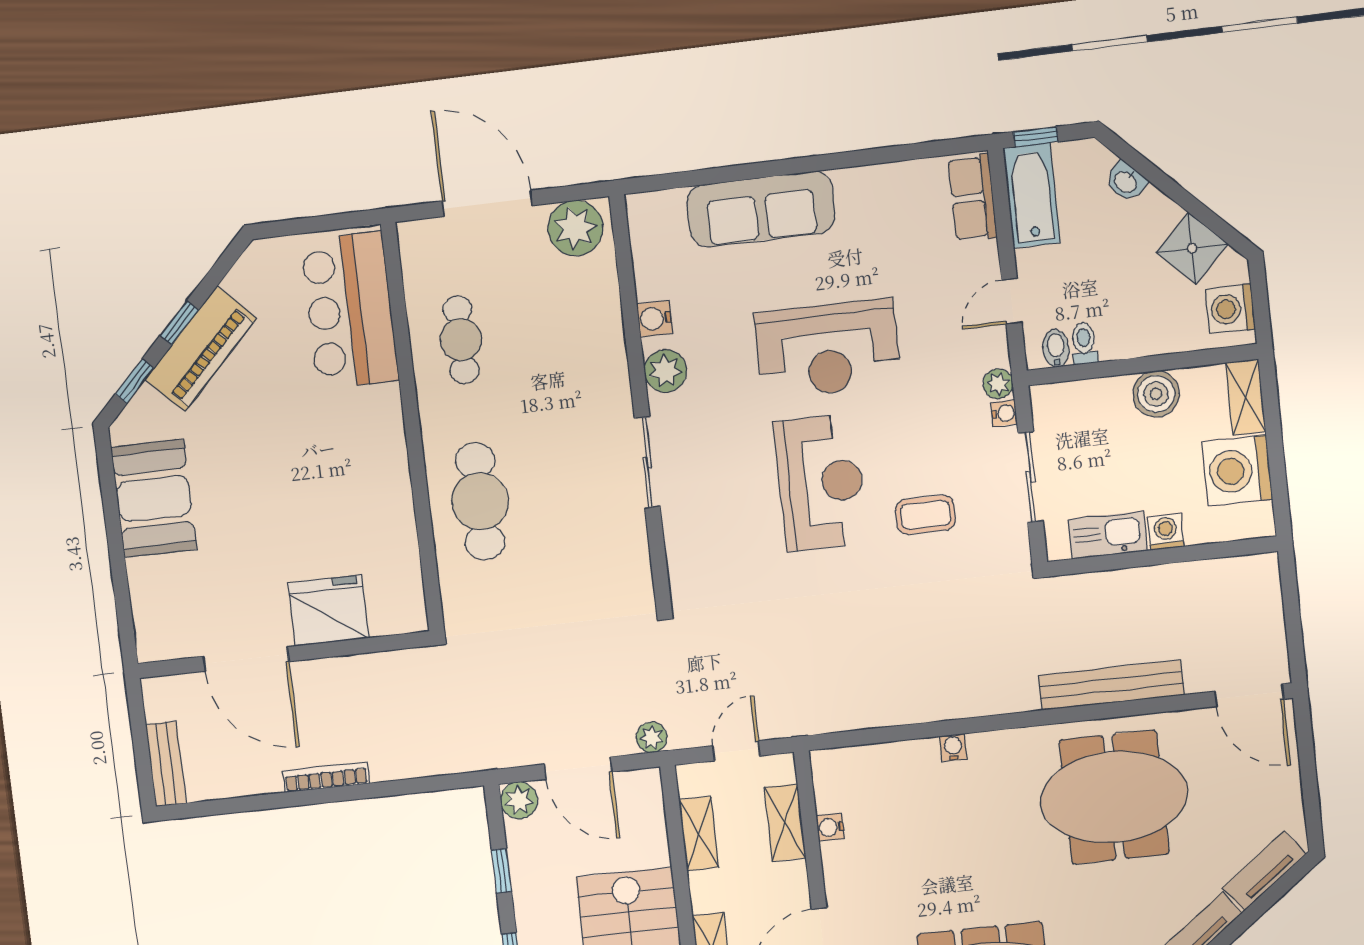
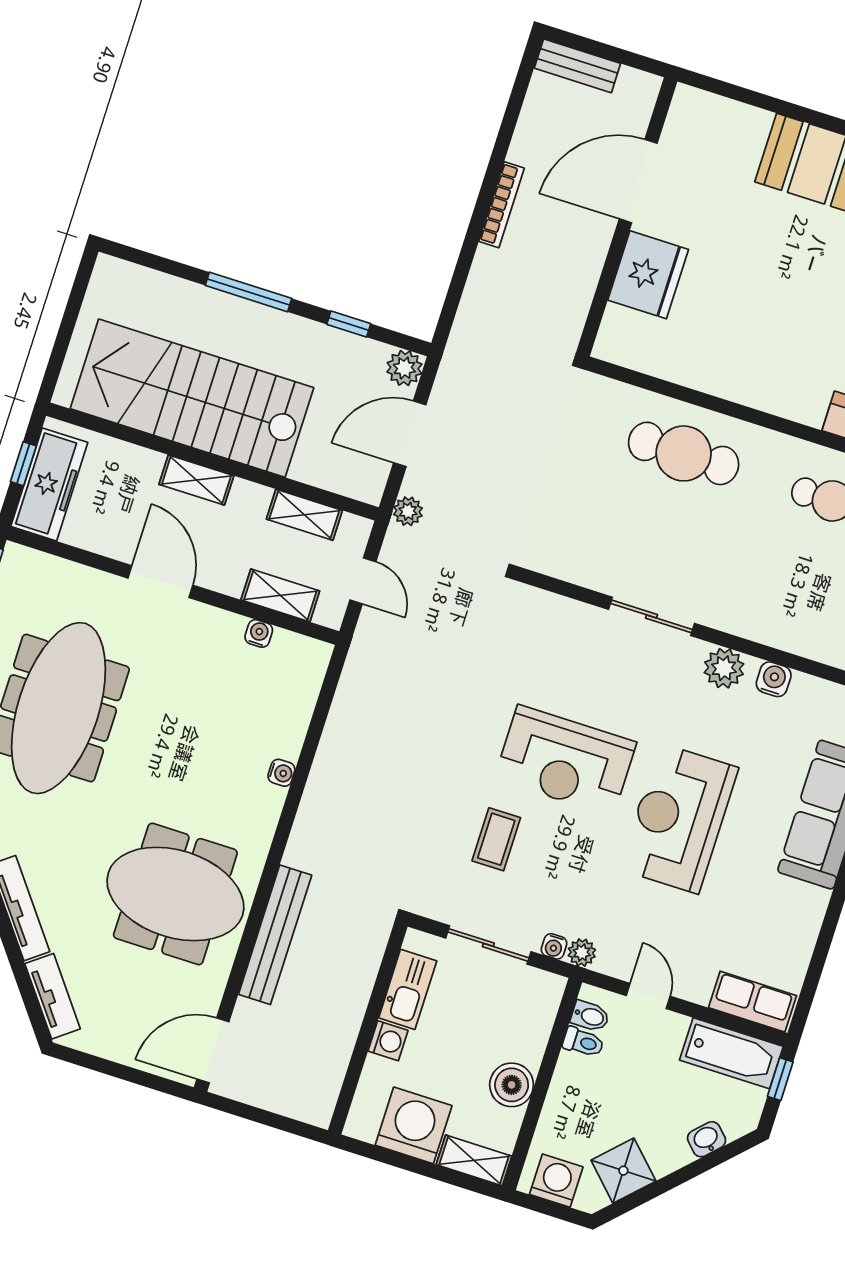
meeting table: (1114, 797) -> (175, 894), turned 90

